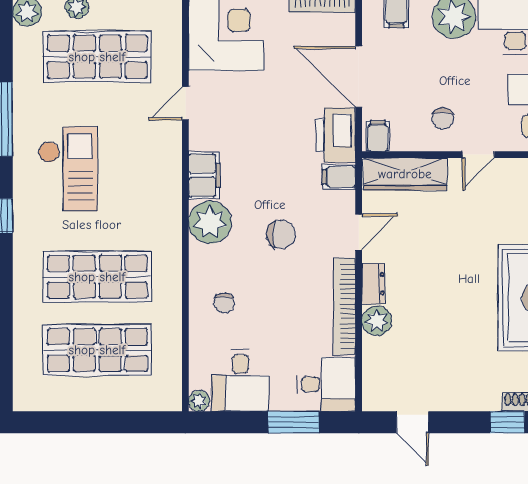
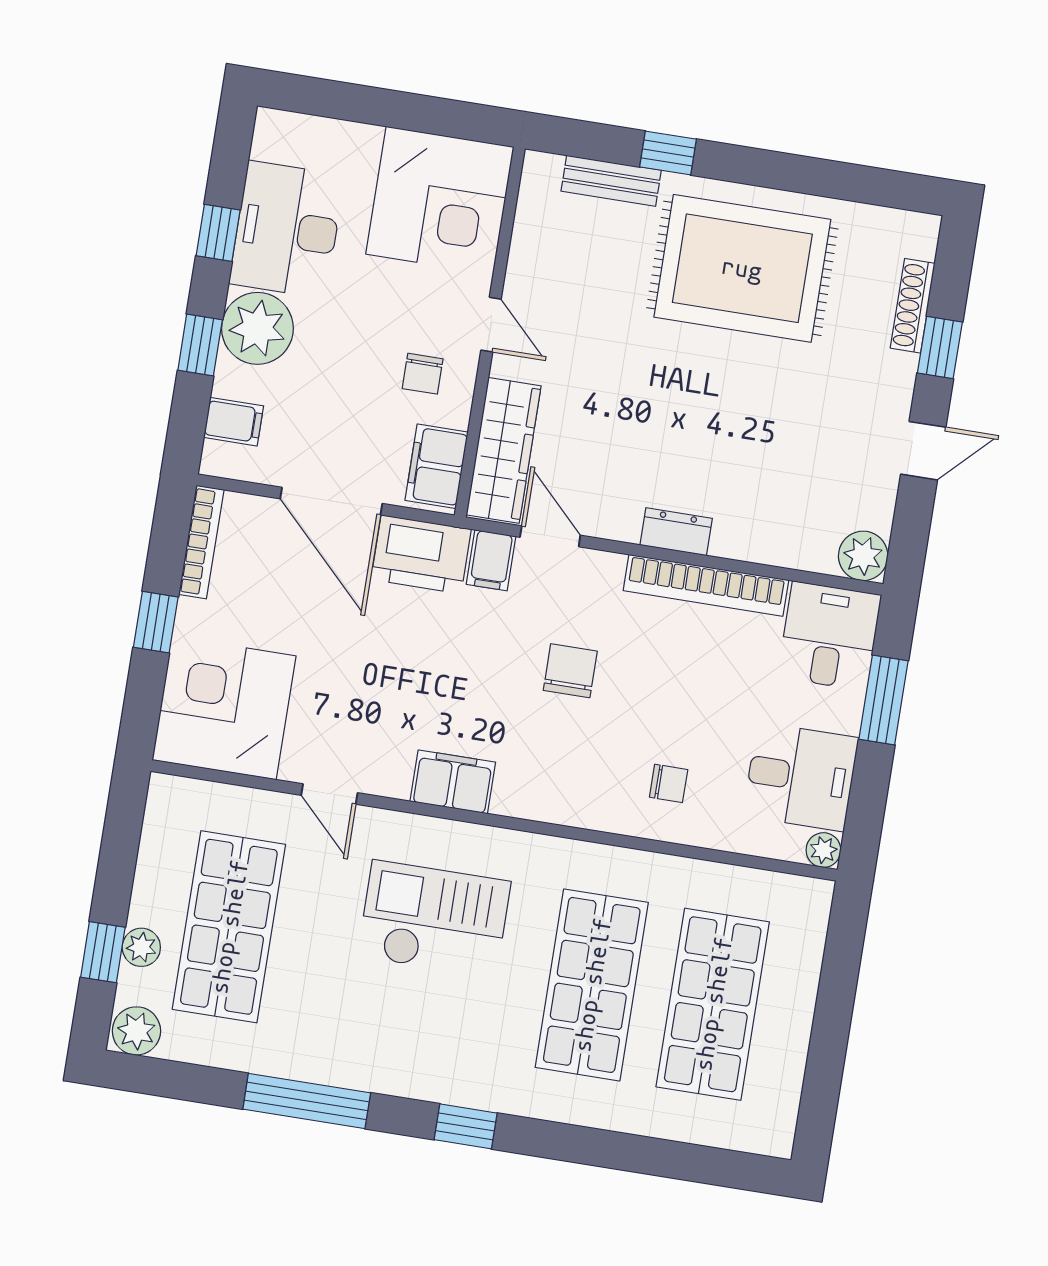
door: (359, 77) -> (331, 501), hinge flipped
chair: (443, 119) -> (423, 374), turned 90
filing cabinet: (378, 136) -> (437, 466), width x2.00
checkout: (68, 169) -> (434, 919), moved
plant: (210, 222) -> (532, 785), removed
door: (359, 232) -> (550, 536), moved
plant: (377, 321) -> (863, 556), moved
door: (412, 422) -> (923, 451), moved

